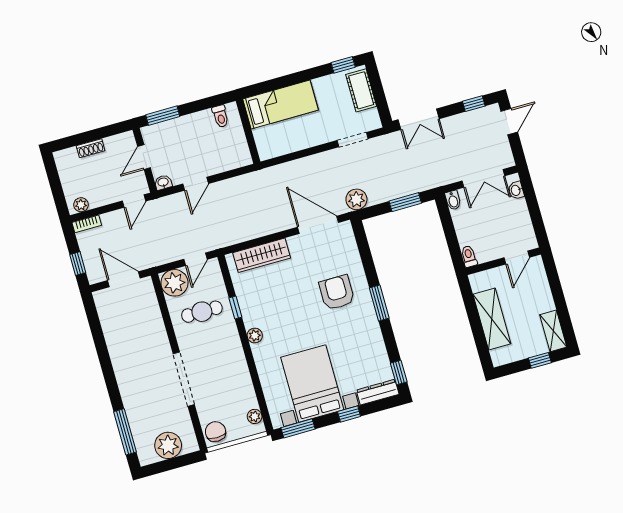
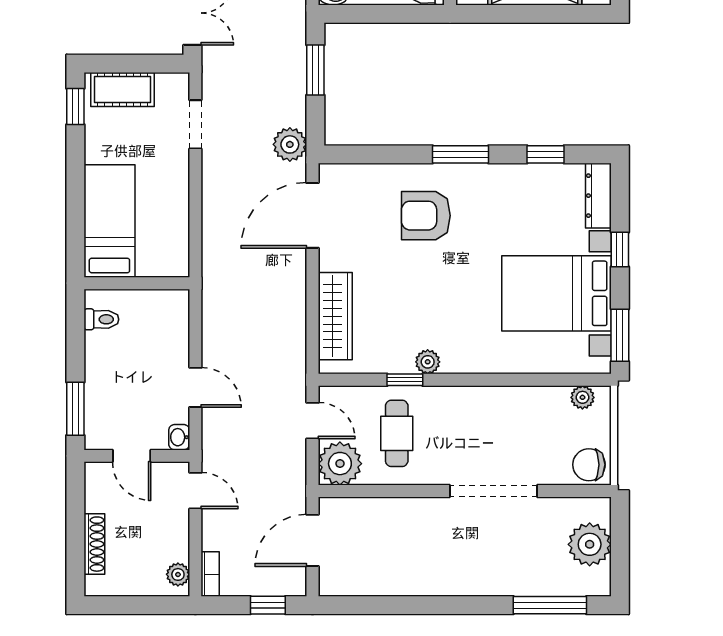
shoe rack: (91, 148) -> (94, 544), width x1.43
plant: (255, 336) -> (428, 362), moved
window: (399, 373) -> (545, 154), moved

